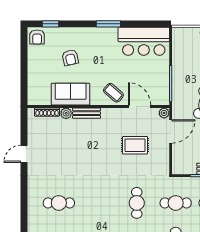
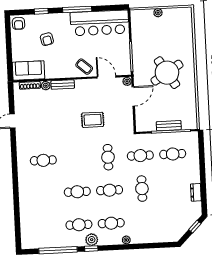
window: (51, 24) -> (41, 11), moved
window: (108, 24) -> (77, 9), width x1.44
bar counter: (144, 41) -> (100, 23), width x1.36
sofa: (71, 94) -> (29, 70), moved
rug: (135, 145) -> (93, 120), moved

